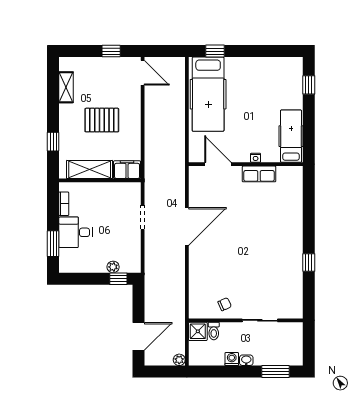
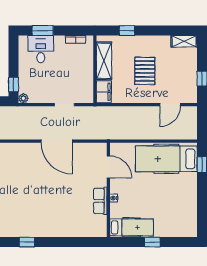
door: (143, 73) -> (170, 105), moved
window: (309, 85) -> (152, 242), moved
shelving: (66, 87) -> (184, 41), moved
door: (218, 164) -> (108, 167), hinge flipped
desk: (76, 232) -> (41, 49), moved
plant: (113, 267) -> (23, 98), moved

